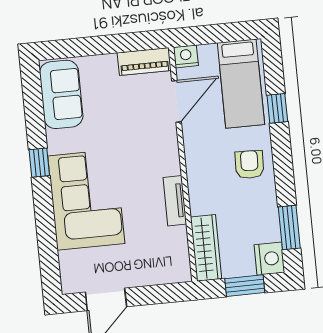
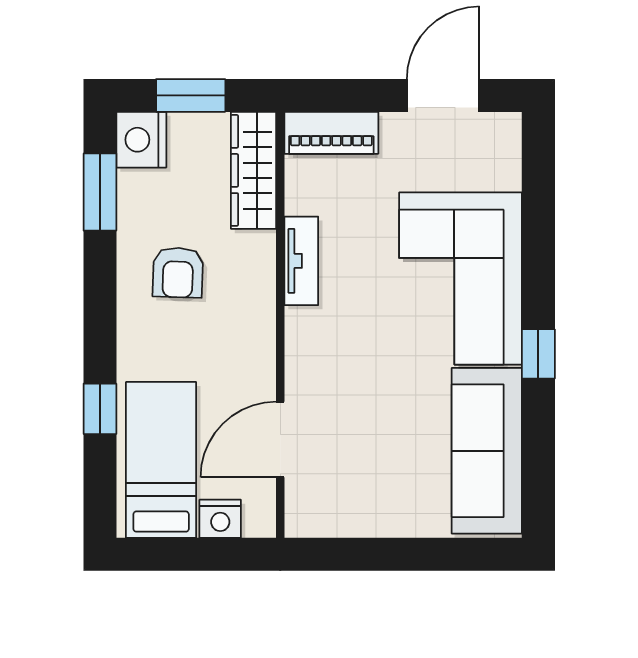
nightstand: (186, 56) -> (220, 519), moved
piano: (144, 62) -> (331, 133), moved, turned 180
sofa: (61, 94) -> (487, 451), width x1.36
armchair: (249, 165) -> (178, 272), moved

